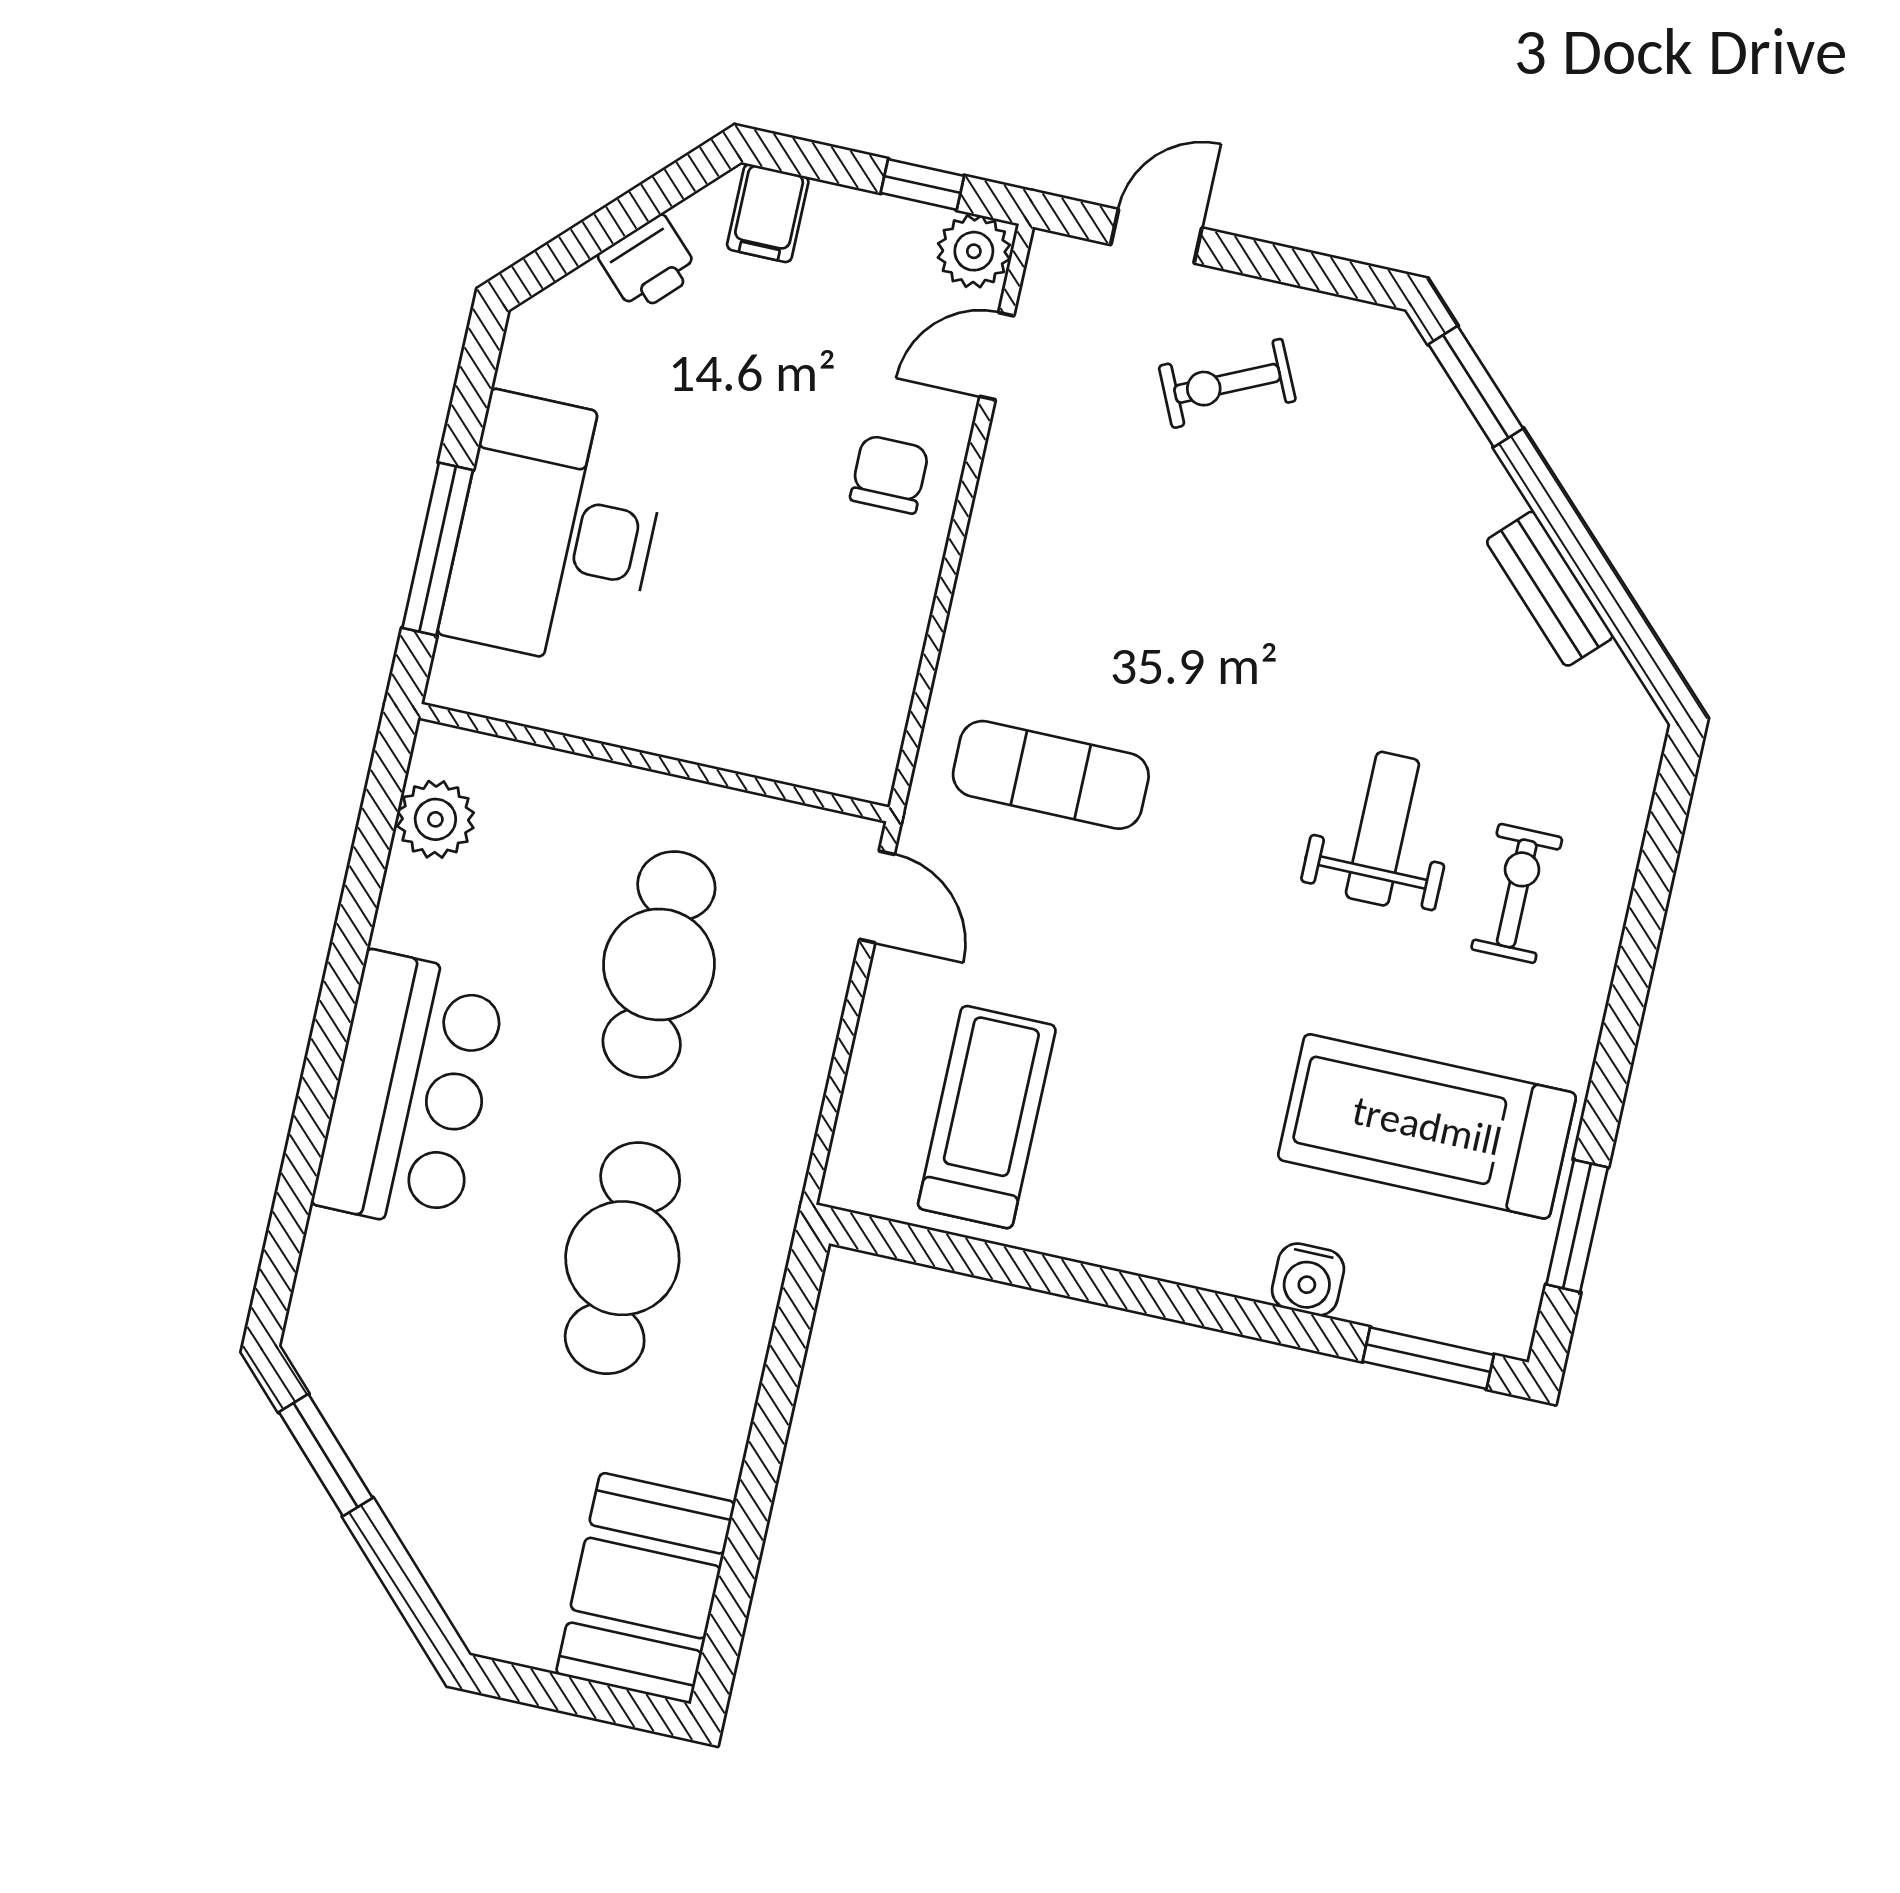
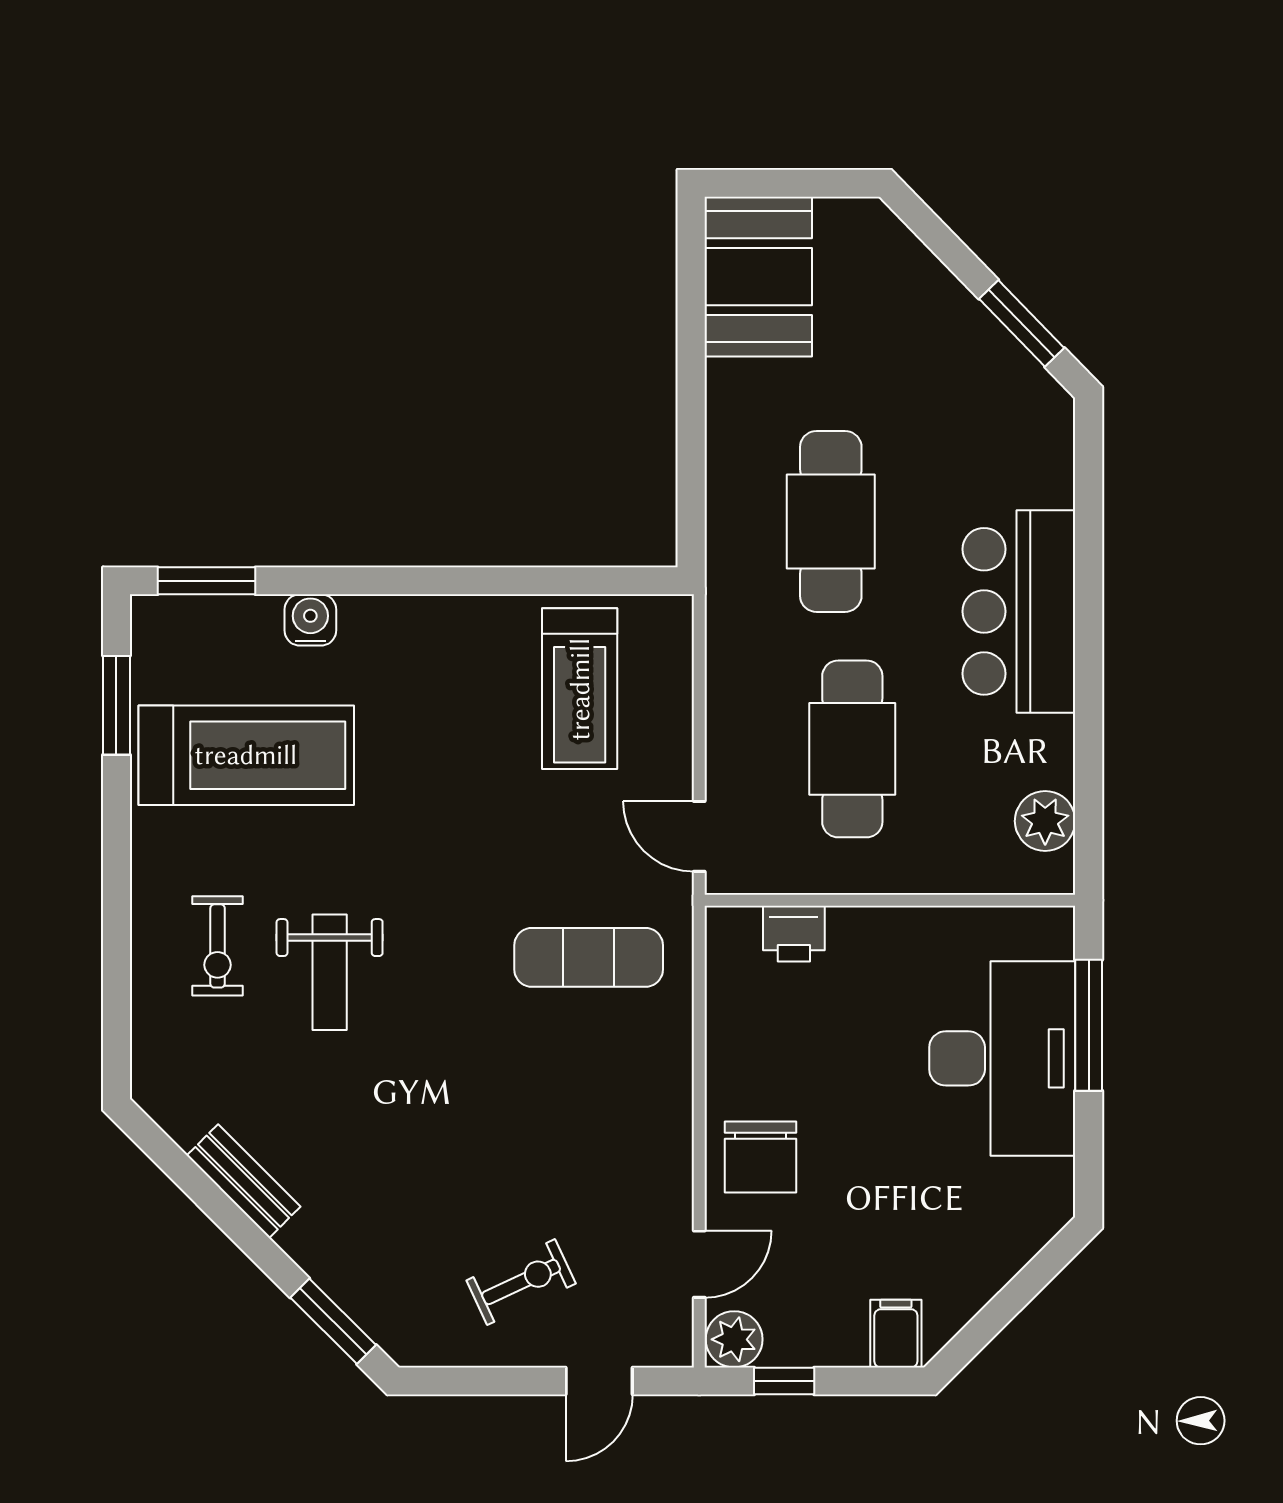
printer: (649, 264) -> (794, 934), moved, turned -135
chair: (889, 474) -> (760, 1157), width x1.37, depth x1.37

